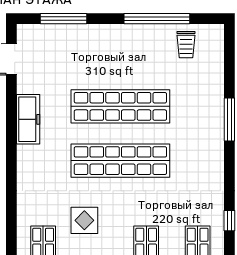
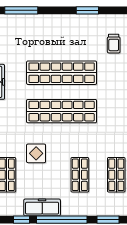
window: (157, 19) -> (87, 10), width x0.47
trolley: (186, 45) -> (114, 44), moved

